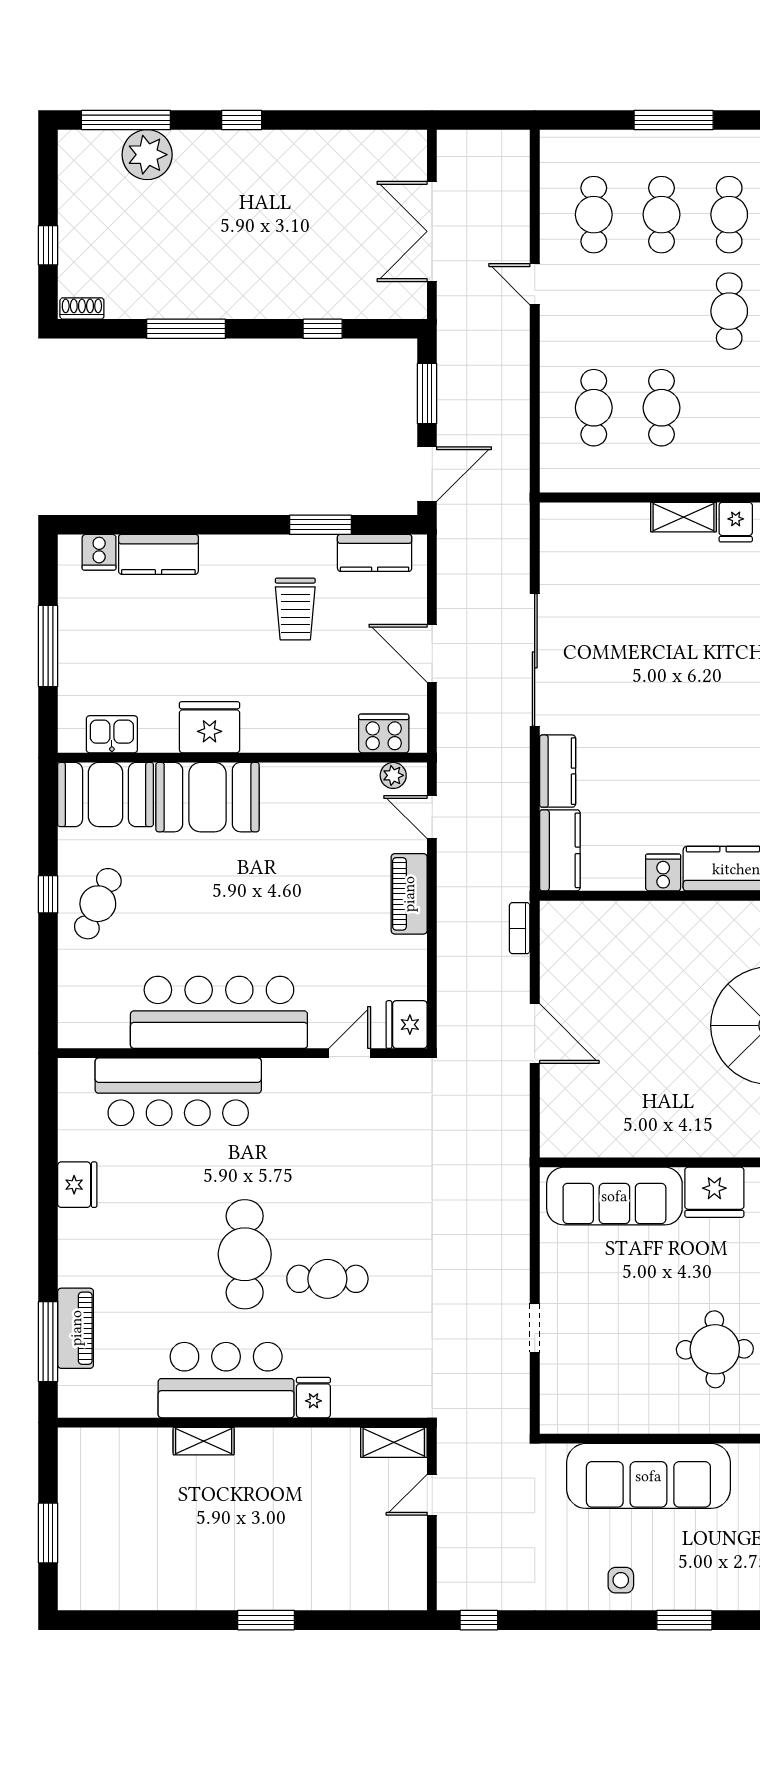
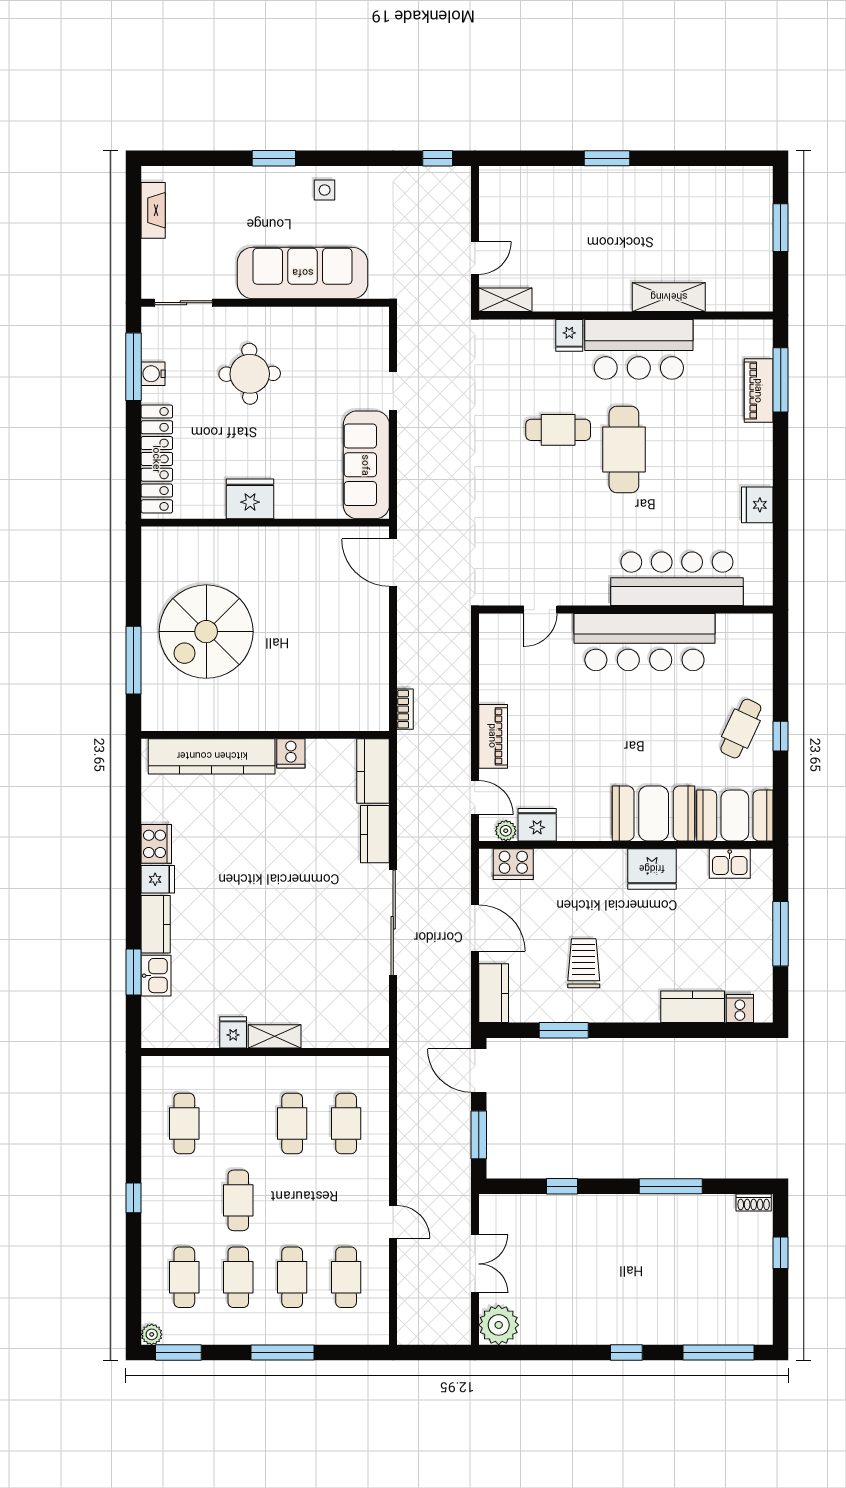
plant: (147, 155) -> (499, 1325), moved
double door: (432, 231) -> (475, 1264), width x0.73
door: (427, 474) -> (479, 1071), hinge flipped
kitchen counter: (375, 553) -> (494, 993), moved, turned 90
fridge: (407, 1025) -> (537, 825), moved, turned -90
door: (535, 1033) -> (393, 563), moved
sofa: (614, 1196) -> (366, 465), moved, turned -90
shelving: (204, 1441) -> (669, 297), width x1.50, depth x1.33

